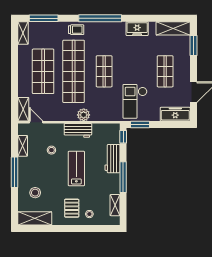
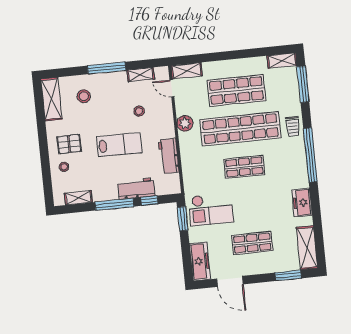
checkout: (135, 101) -> (211, 209), turned 180
plant: (84, 115) -> (185, 123), moved
door: (36, 122) -> (172, 88), swing flipped
workbench: (78, 130) -> (169, 156), moved
window: (123, 137) -> (149, 201), moved

